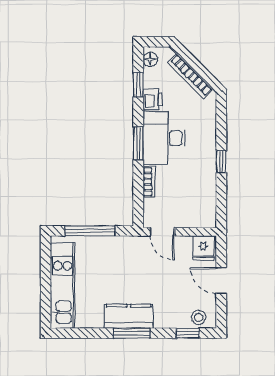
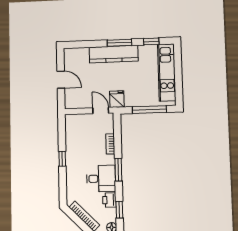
desk: (164, 138) -> (101, 179), width x0.73
fridge: (203, 248) -> (117, 99), moved
kitchen counter: (129, 316) -> (114, 54), width x1.50
stool: (199, 317) -> (75, 55), removed
window: (188, 333) -> (151, 41), moved

